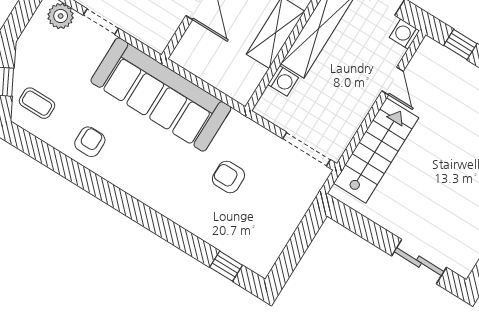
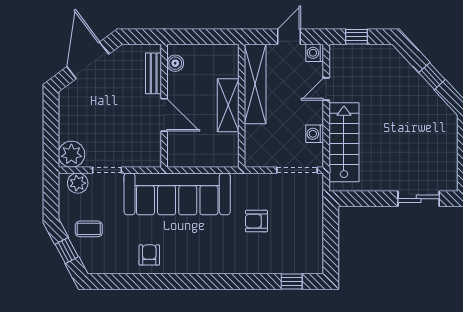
washing machine: (283, 81) -> (315, 134), moved, turned 180
door: (393, 81) -> (326, 89), swing flipped
coffee table: (37, 103) -> (89, 229), moved

